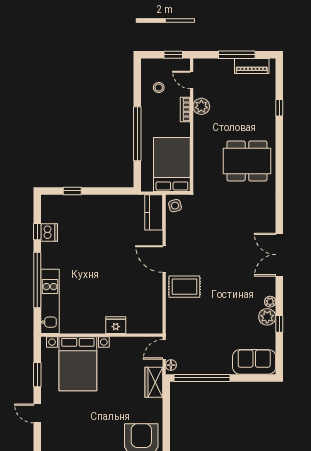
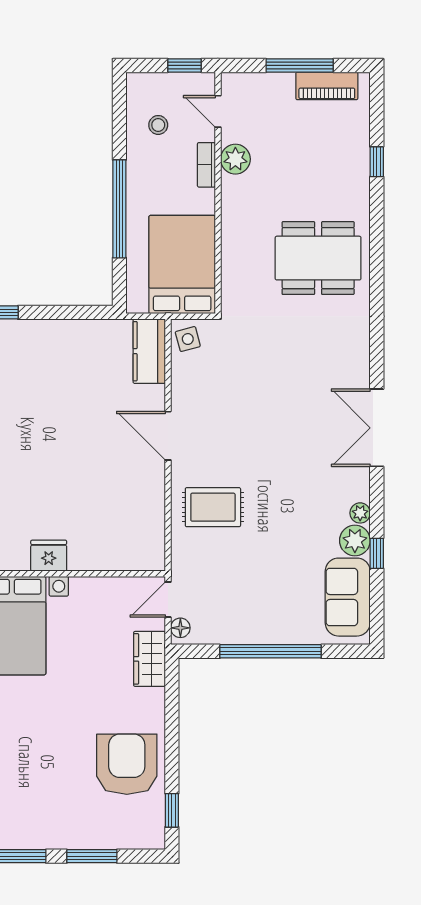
rug: (184, 287) -> (213, 507), moved
fridge: (116, 325) -> (49, 556), moved
sofa: (254, 362) -> (348, 597), moved, turned -90
window: (202, 378) -> (271, 651), moved

